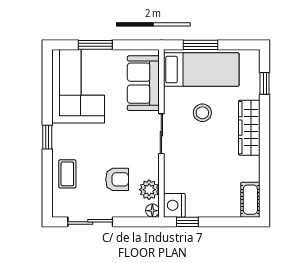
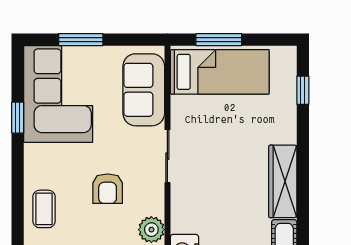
stool: (202, 113) -> (221, 129), removed
wardrobe: (249, 128) -> (283, 181), moved
window: (47, 137) -> (18, 118), moved
armchair: (117, 179) -> (108, 189), moved, turned 90

